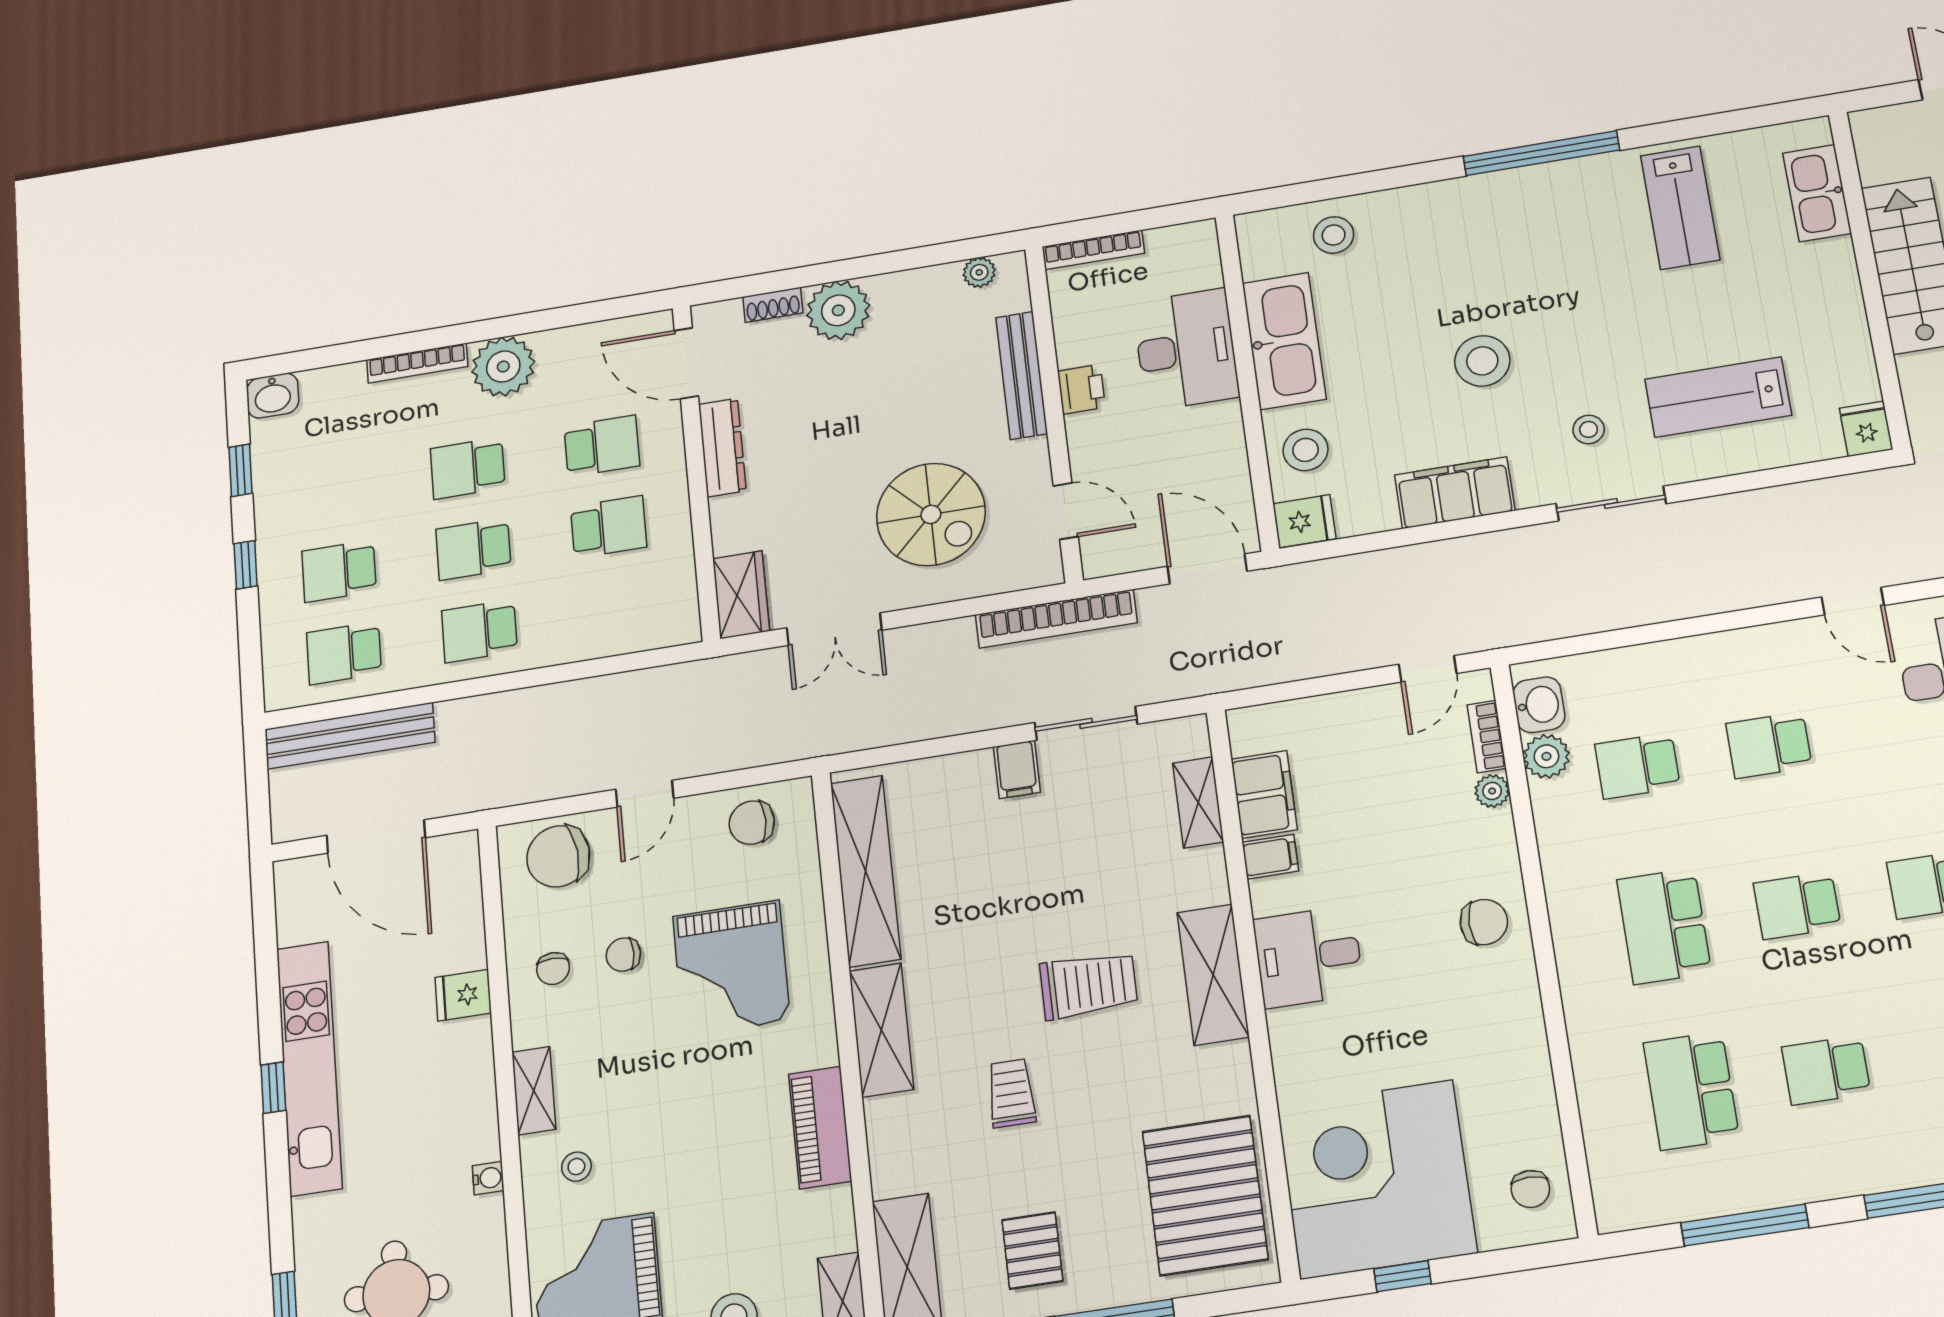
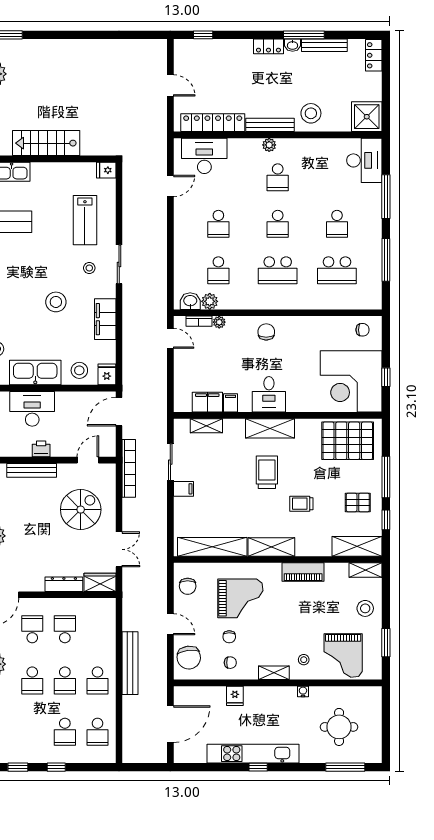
dresser: (722, 447) -> (64, 584), moved
bench: (350, 736) -> (130, 663), moved

